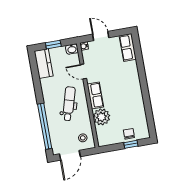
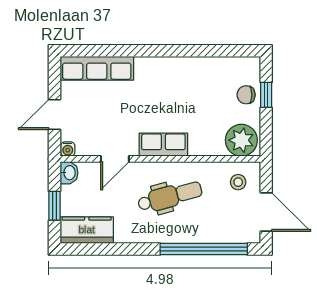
row of seats: (128, 48) -> (97, 68), width x1.48
dental chair: (69, 104) -> (170, 197), turned 149
plant: (102, 117) -> (241, 140), moved

